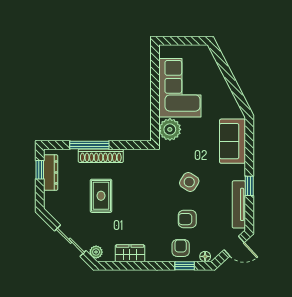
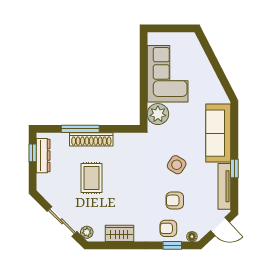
sofa: (232, 141) -> (218, 133), width x1.36
armchair: (181, 248) -> (168, 228), turned -90

